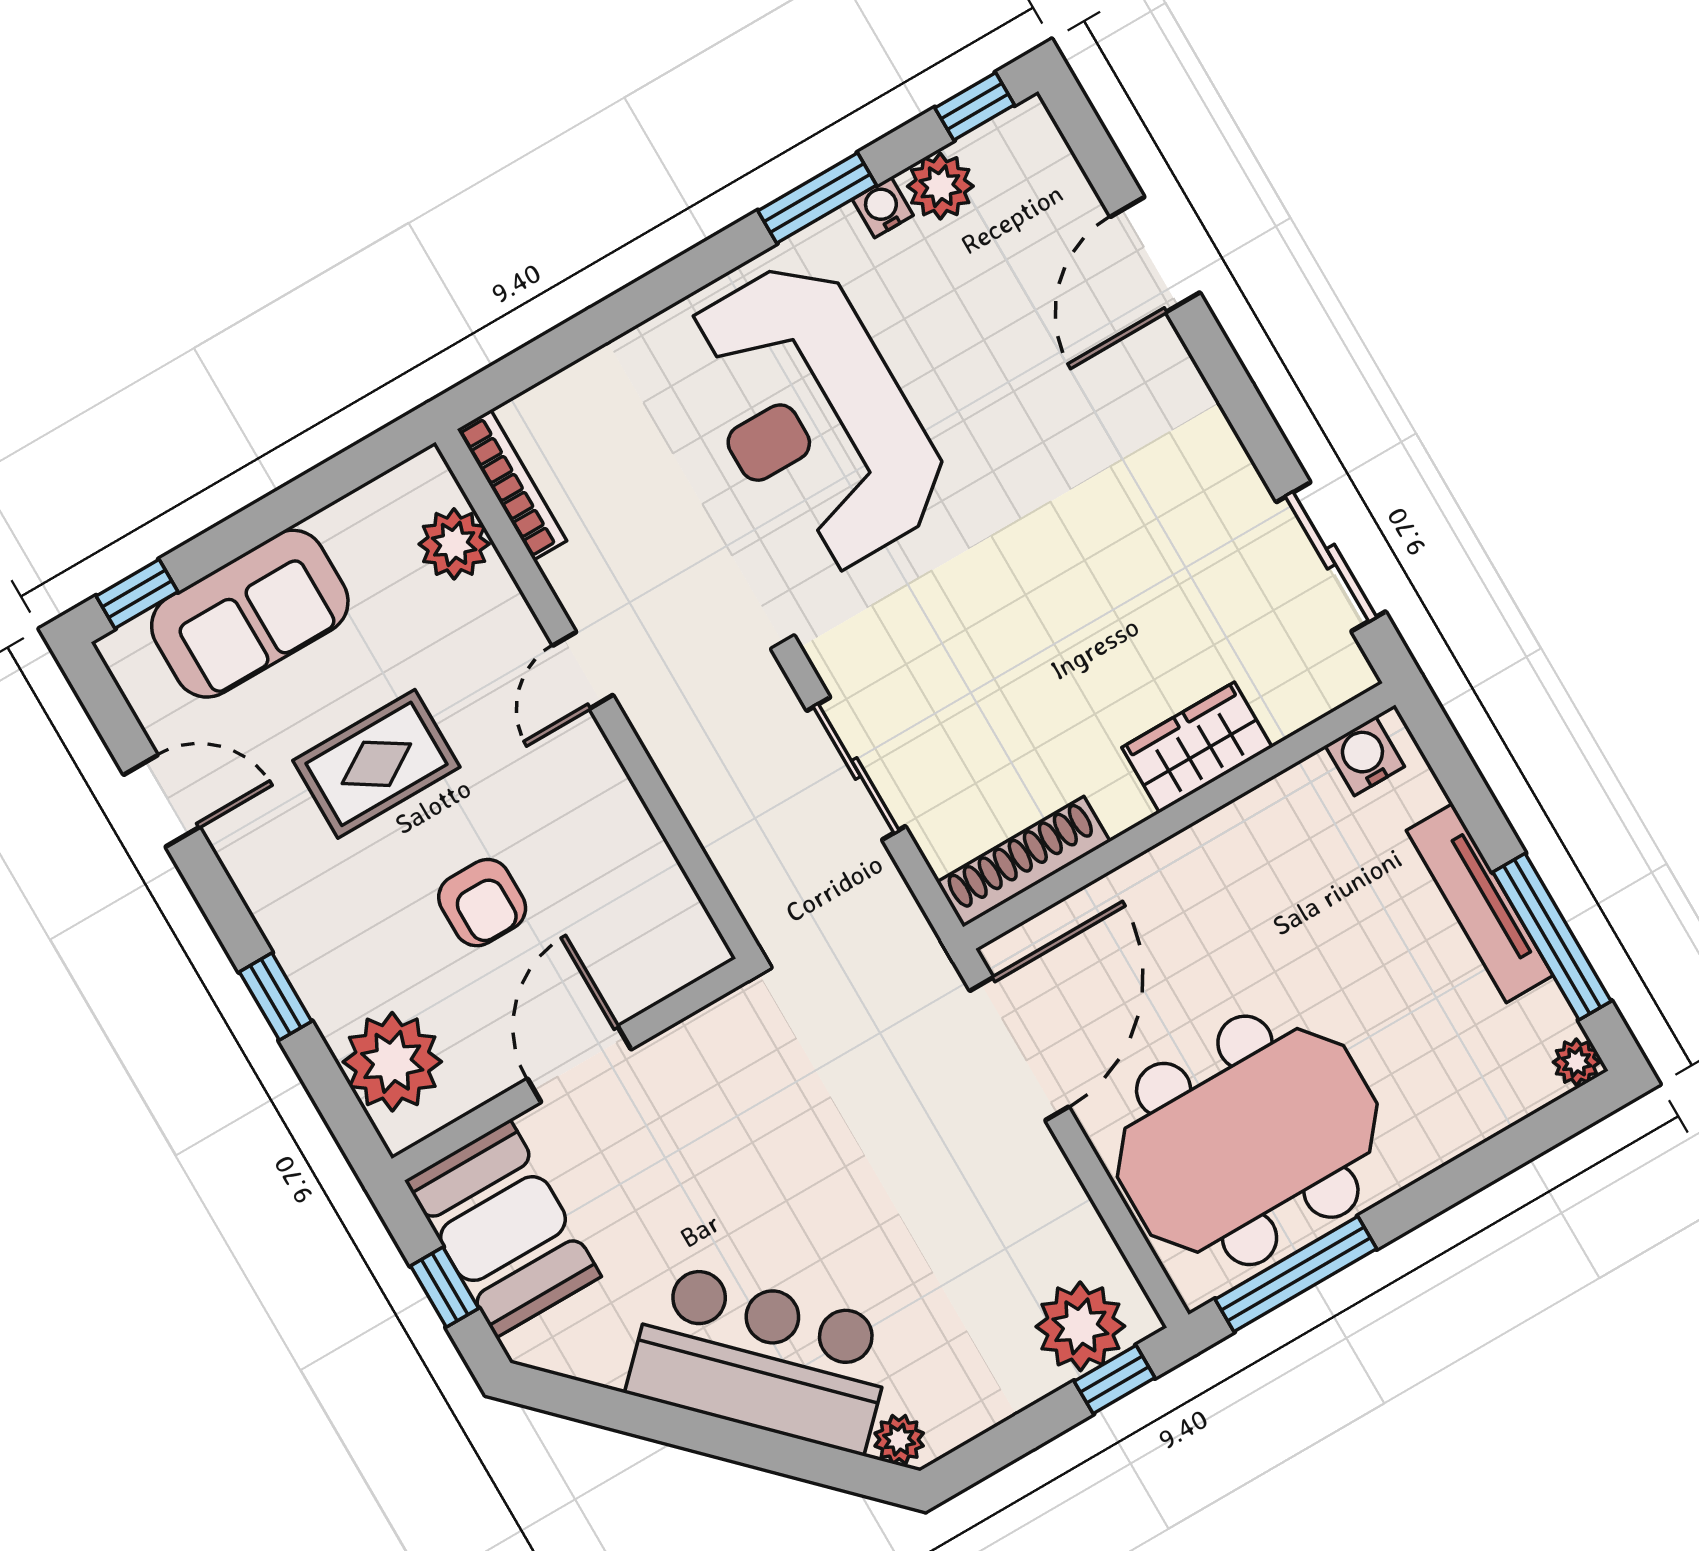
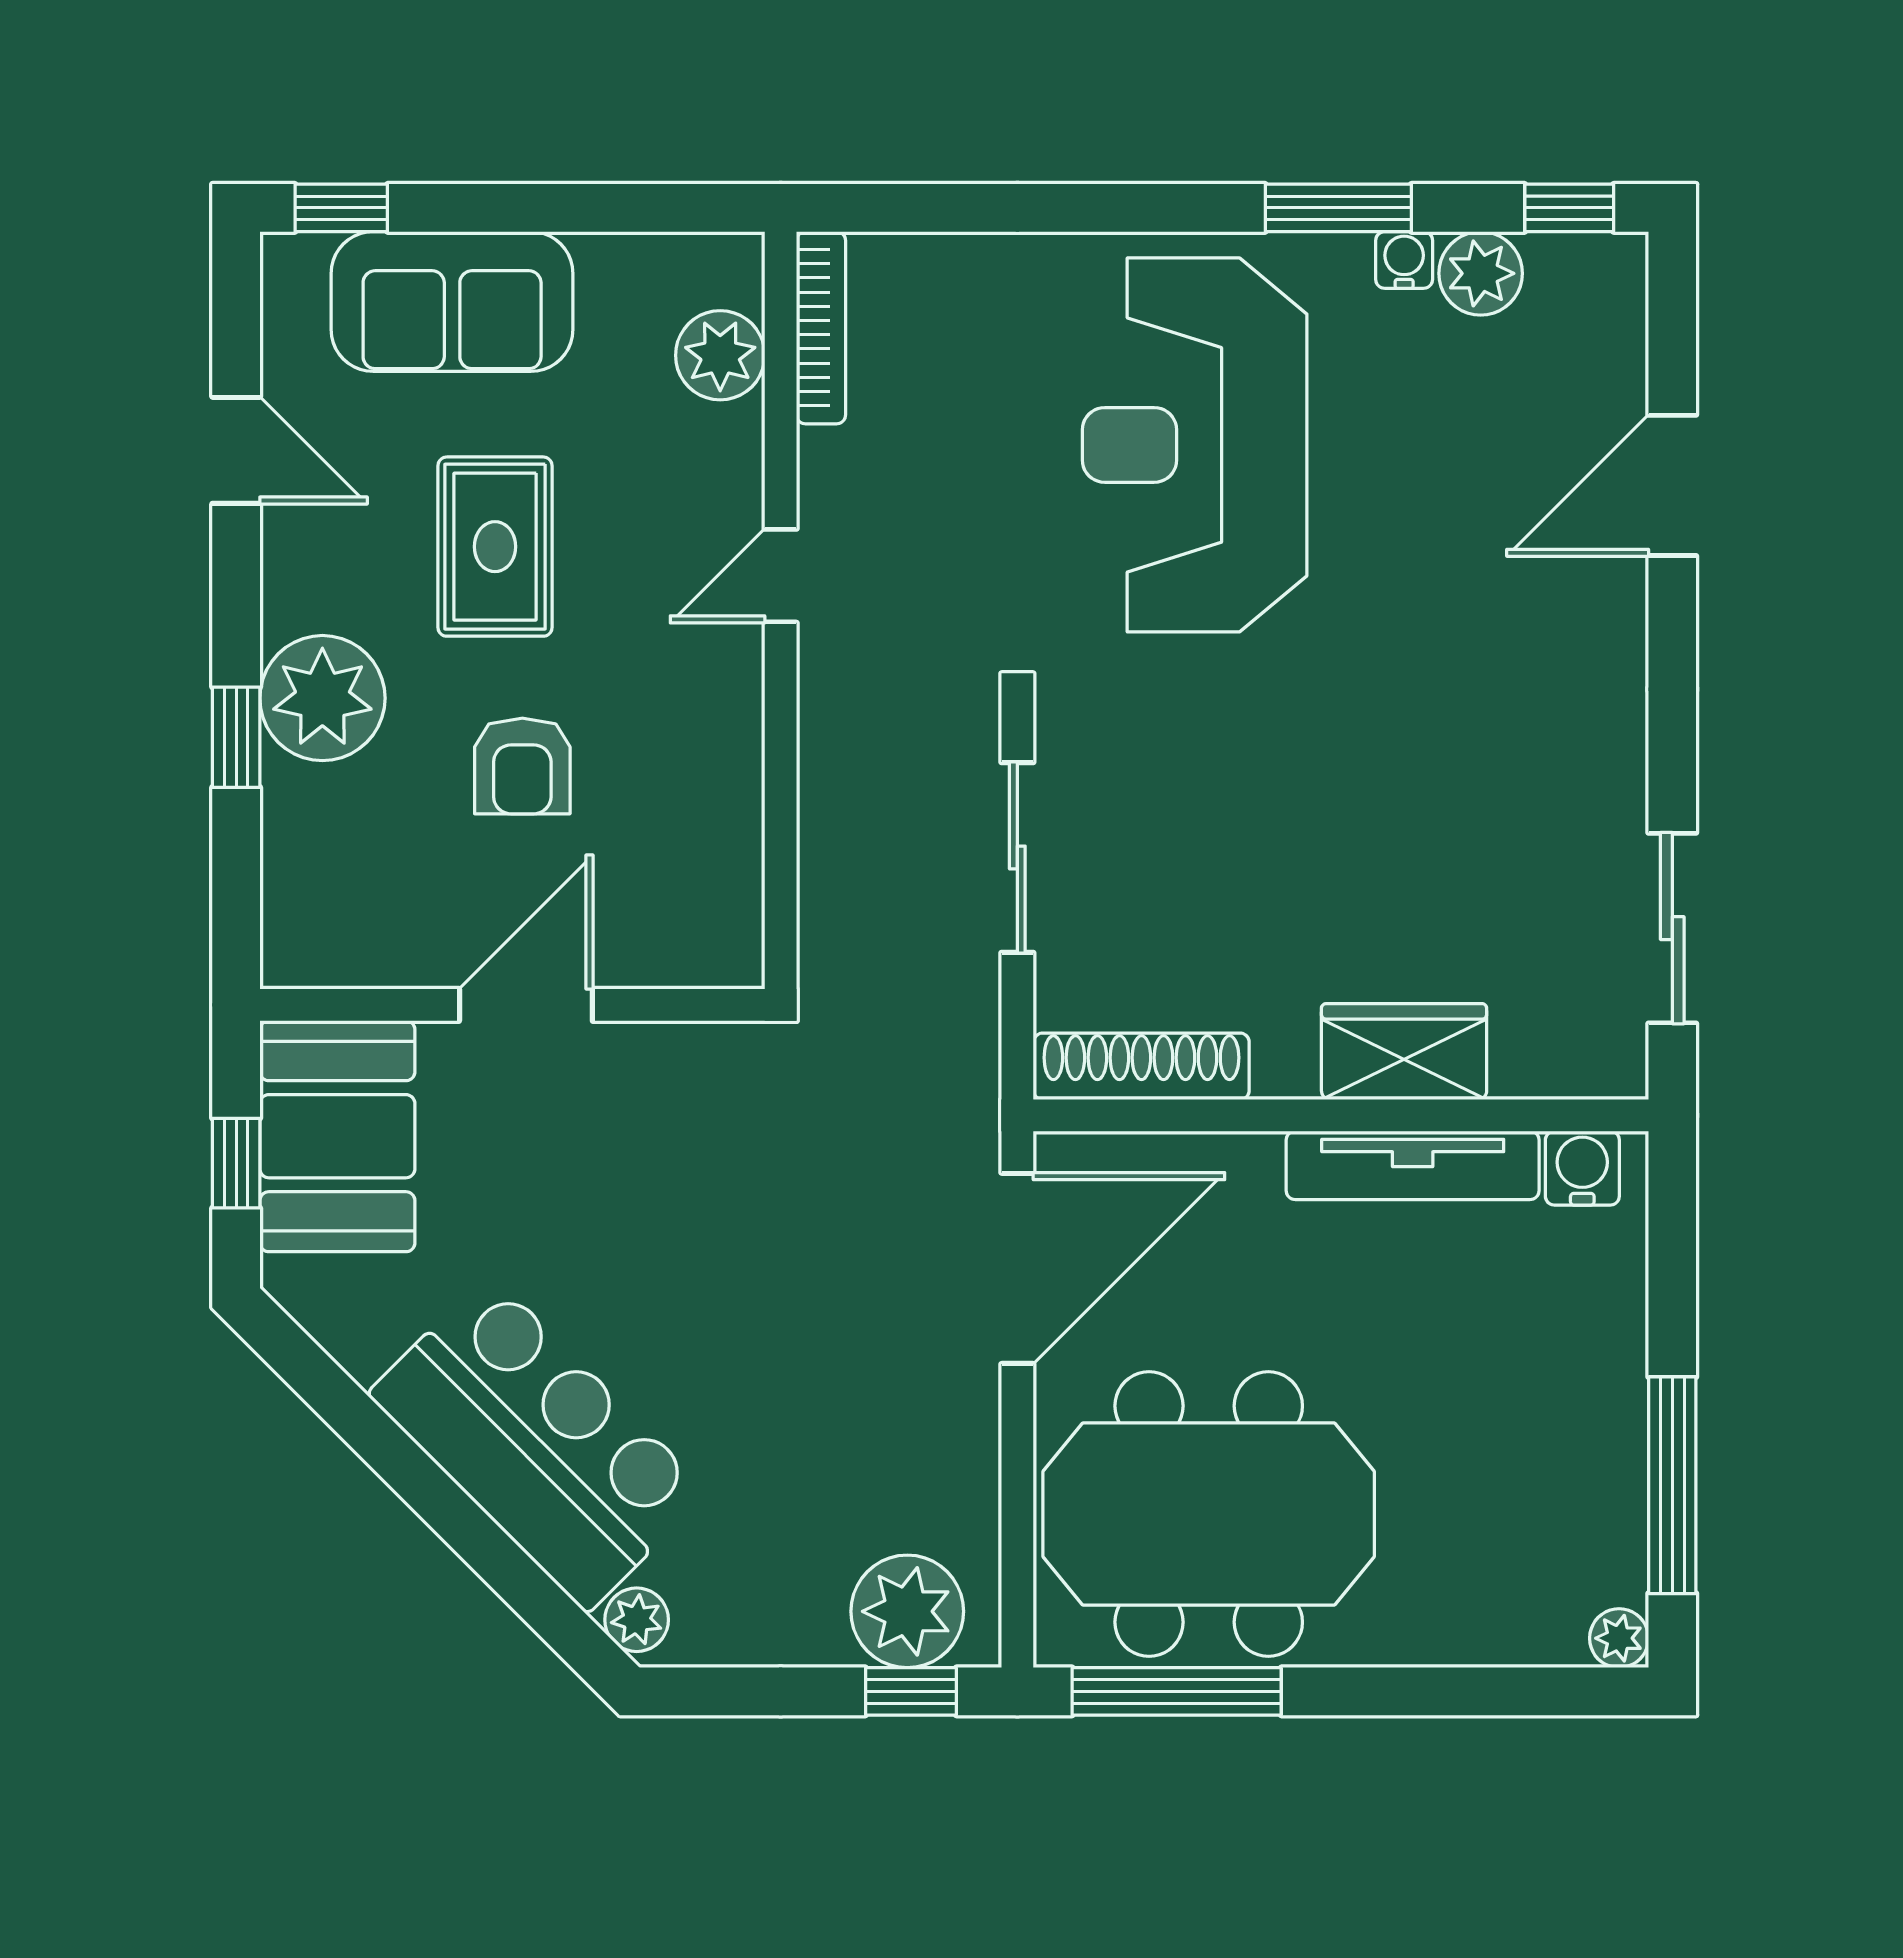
rug: (376, 764) -> (495, 547), turned 90
tv unit: (1480, 903) -> (1413, 1165), moved, turned -90
plant: (392, 1062) -> (322, 698), moved

